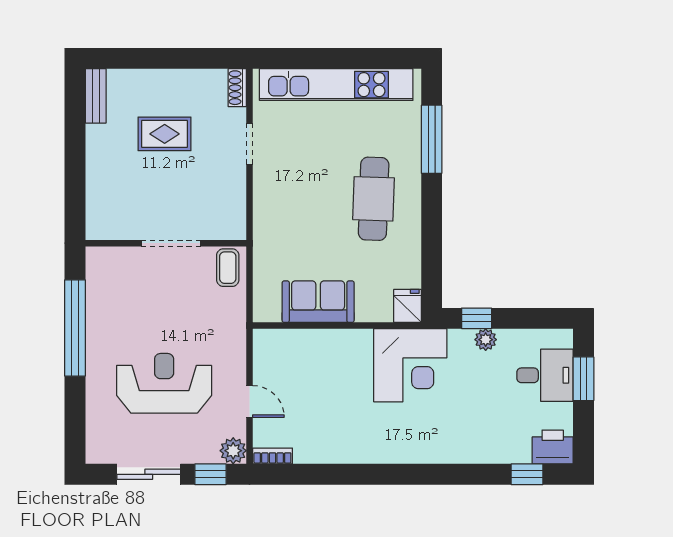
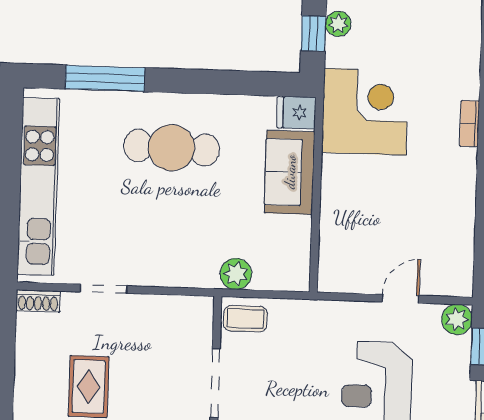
plant: (266, 258) -> (236, 274), added
sofa: (318, 302) -> (290, 172), moved
bookcase: (272, 456) -> (470, 124), moved

